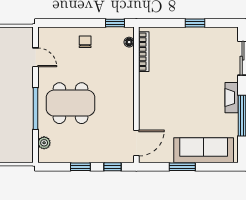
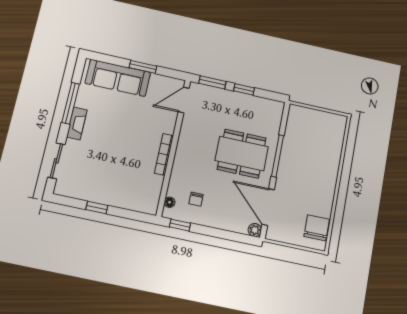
chair: (85, 42) -> (196, 199), moved
bookcase: (144, 52) -> (164, 154), moved
door: (35, 57) -> (268, 207), width x1.88
plant: (44, 143) -> (255, 230), moved
window: (112, 167) -> (212, 82), width x1.50

